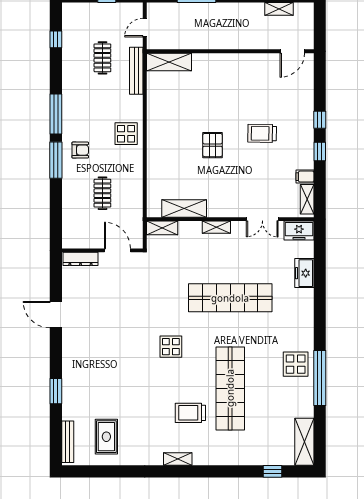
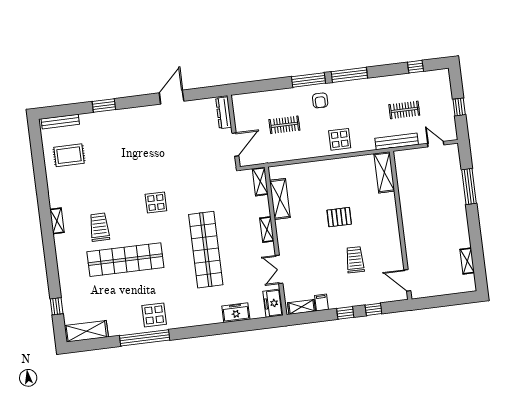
wall: (230, 51) -> (401, 225), moved
door: (292, 51) -> (407, 280), moved
shelving: (169, 62) -> (384, 172), moved

